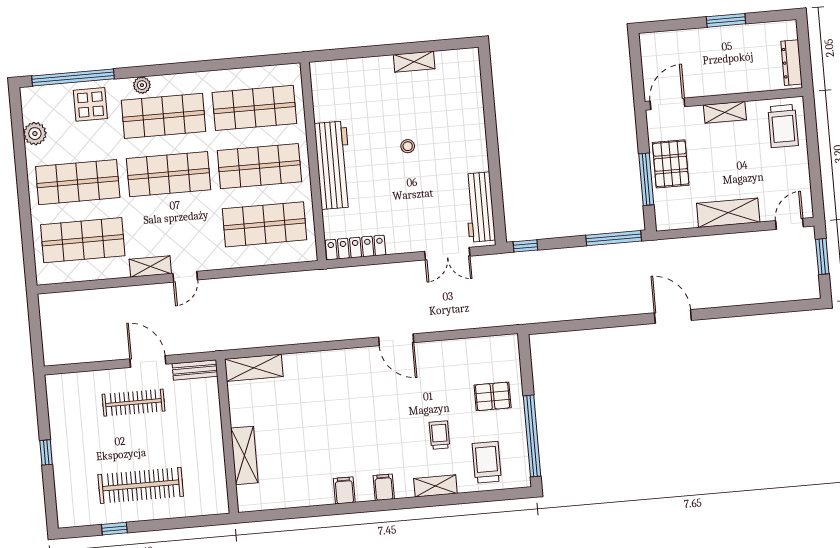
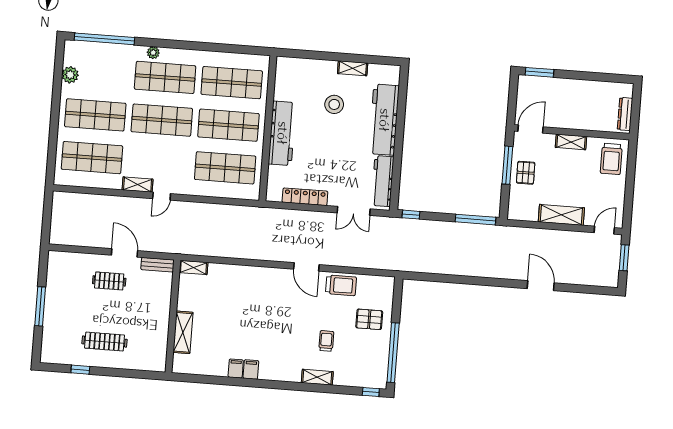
window: (726, 20) -> (539, 72), moved
display table: (90, 104) -> (114, 60), removed
workbench: (468, 124) -> (384, 120), added
stool: (408, 146) -> (334, 104), moved, width x1.89, depth x1.89
pallet: (671, 164) -> (526, 173), width x0.67, depth x0.71
window: (646, 179) -> (507, 165), moved
locker: (356, 248) -> (305, 197), moved
door: (673, 317) -> (541, 286), moved
shelving: (254, 368) -> (194, 268), width x0.67, depth x0.75
clothes rail: (133, 403) -> (109, 281), width x0.73
window: (46, 452) -> (40, 306), width x2.17
trolley: (487, 462) -> (341, 285), moved, turned 90
clothes rail: (141, 485) -> (105, 342), width x0.73, depth x0.76
filing cabinet: (384, 487) -> (236, 369), moved
window: (511, 494) -> (371, 392), added

